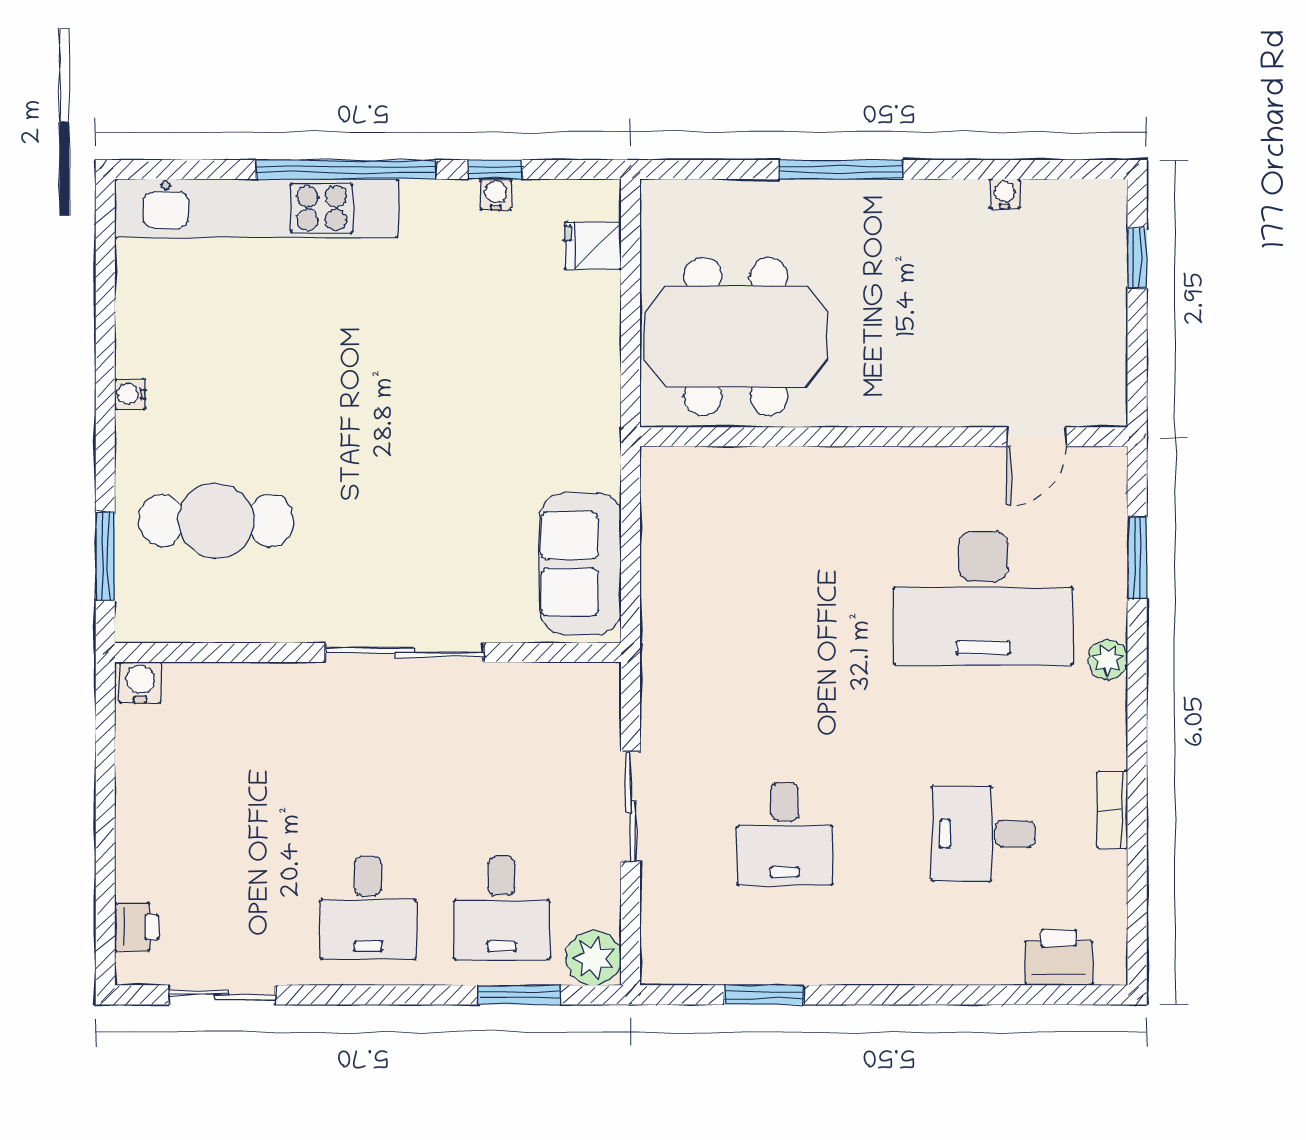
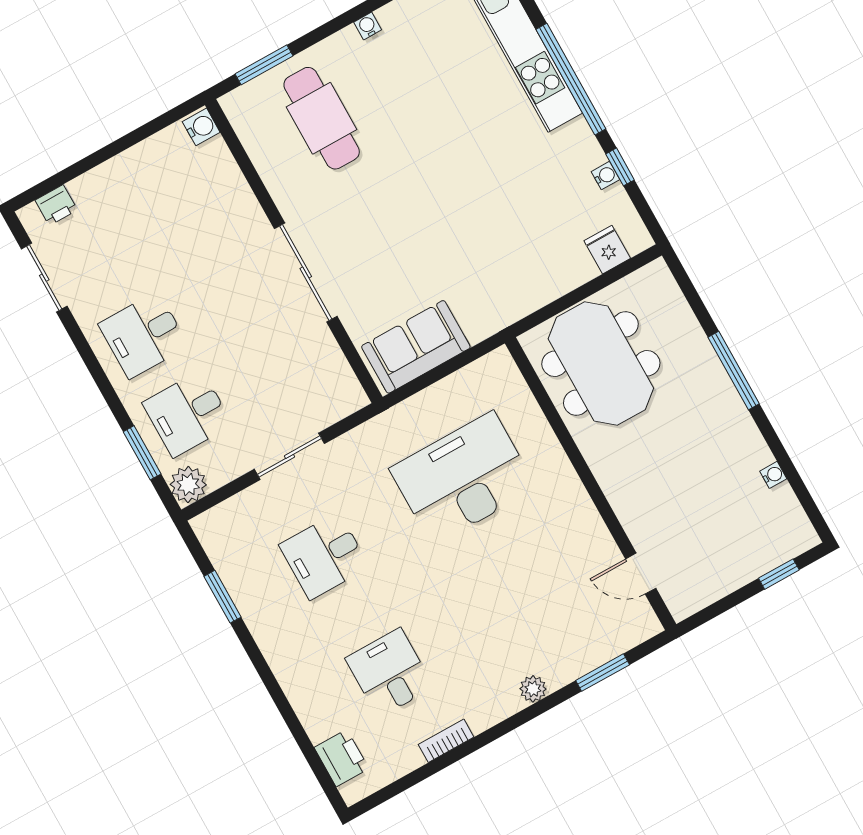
desk: (983, 598) -> (463, 478), moved, turned 90

